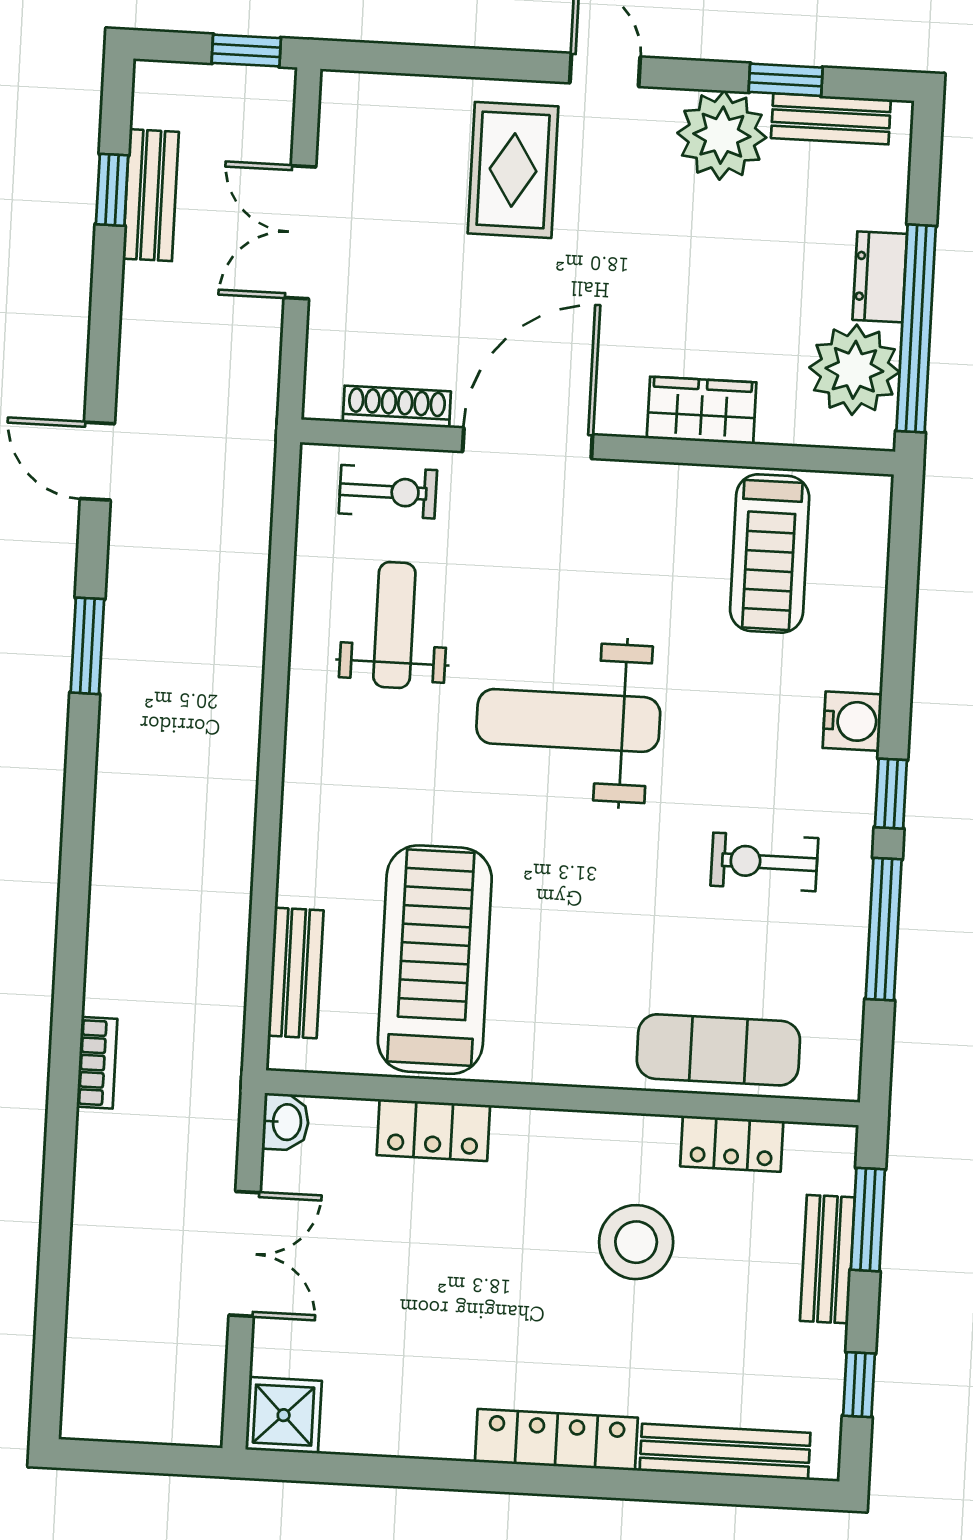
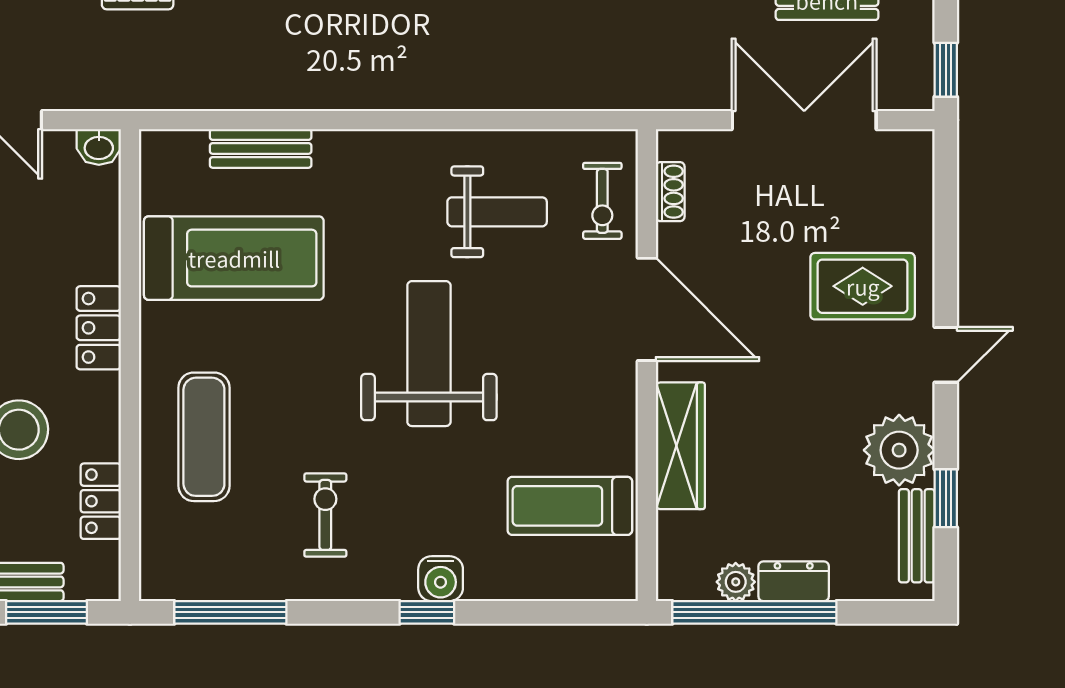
double door: (300, 232) -> (804, 120), width x1.37
plant: (854, 370) -> (736, 582), width x0.53, depth x0.53
shoe rack: (397, 407) -> (670, 192), width x0.70
wardrobe: (702, 410) -> (680, 446), width x1.50
window: (891, 794) -> (427, 612), moved
window: (884, 929) -> (230, 612), moved
bench: (296, 973) -> (261, 148), moved
exercise mat: (718, 1050) -> (204, 437), moved
locker: (433, 1130) -> (99, 328), moved

